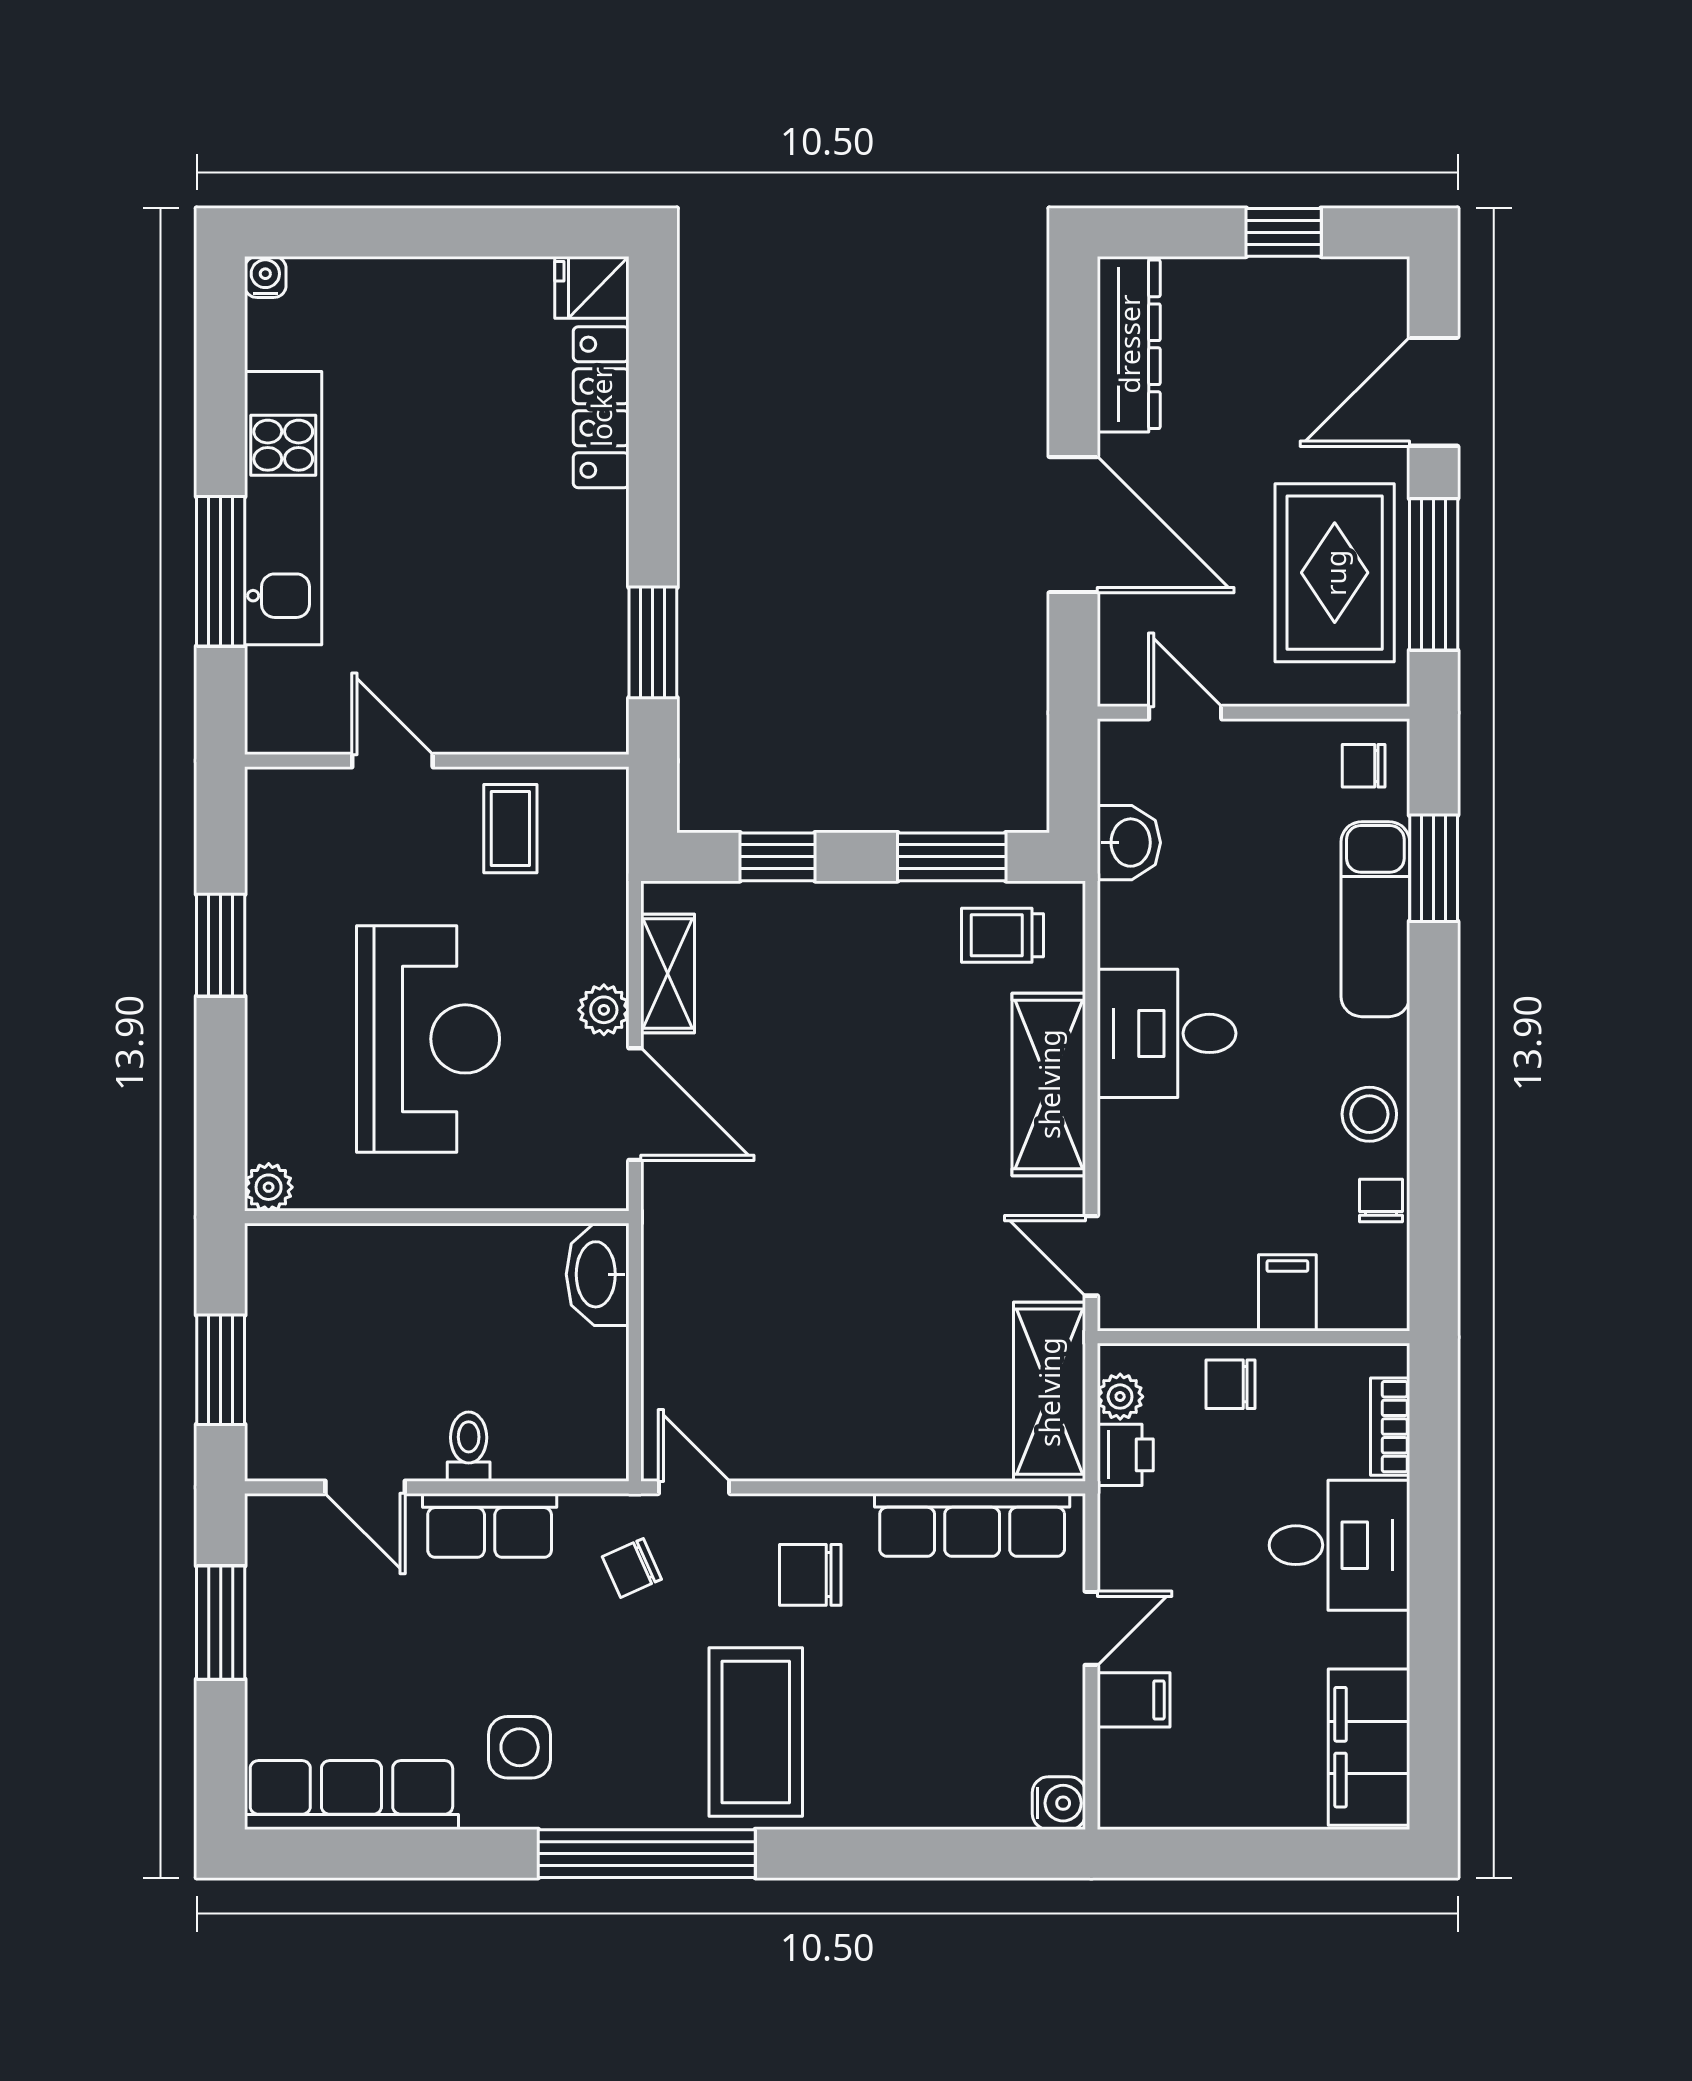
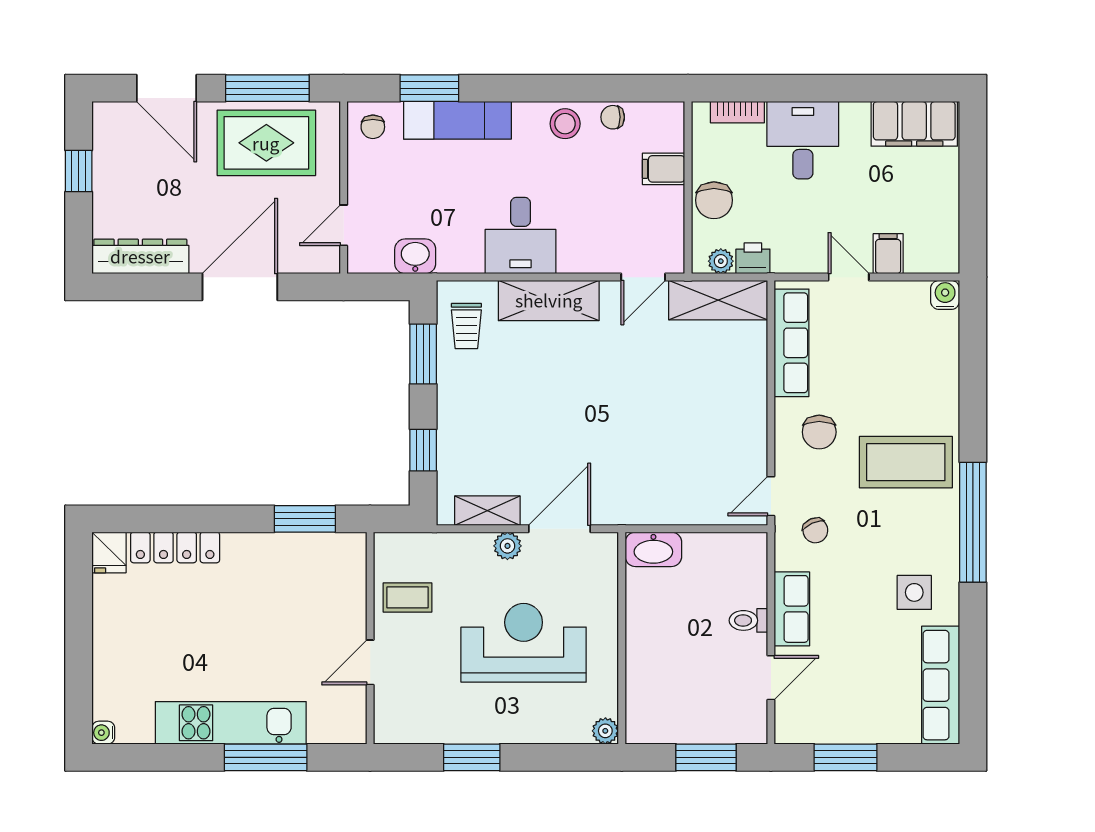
chair: (1230, 1384) -> (714, 200), width x1.37, depth x1.37

